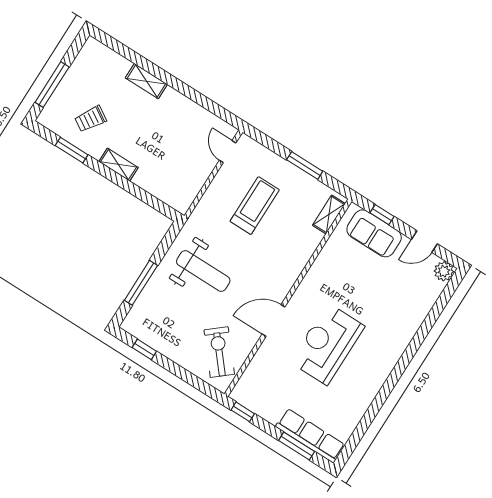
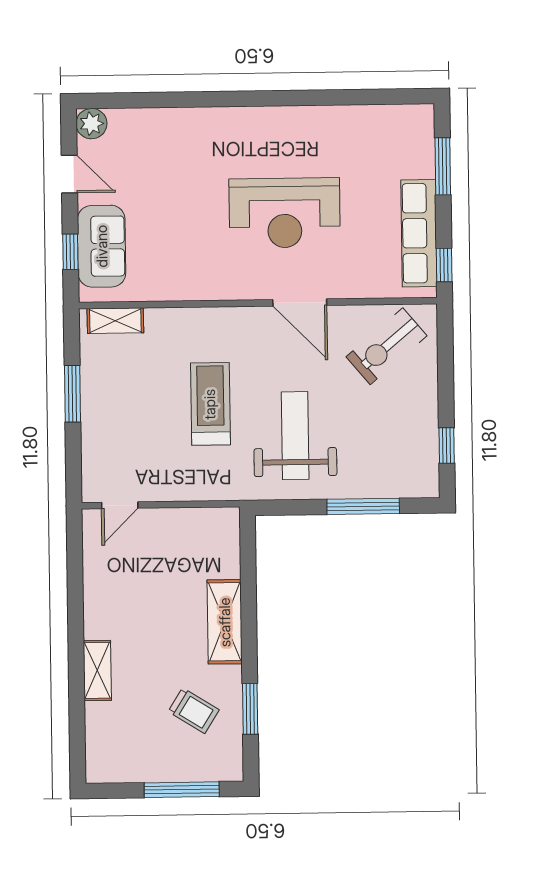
shelving: (119, 164) -> (225, 622), width x1.50, depth x1.33
treadmill: (255, 206) -> (210, 404), moved, turned 90
row of seats: (310, 436) -> (419, 233), moved

